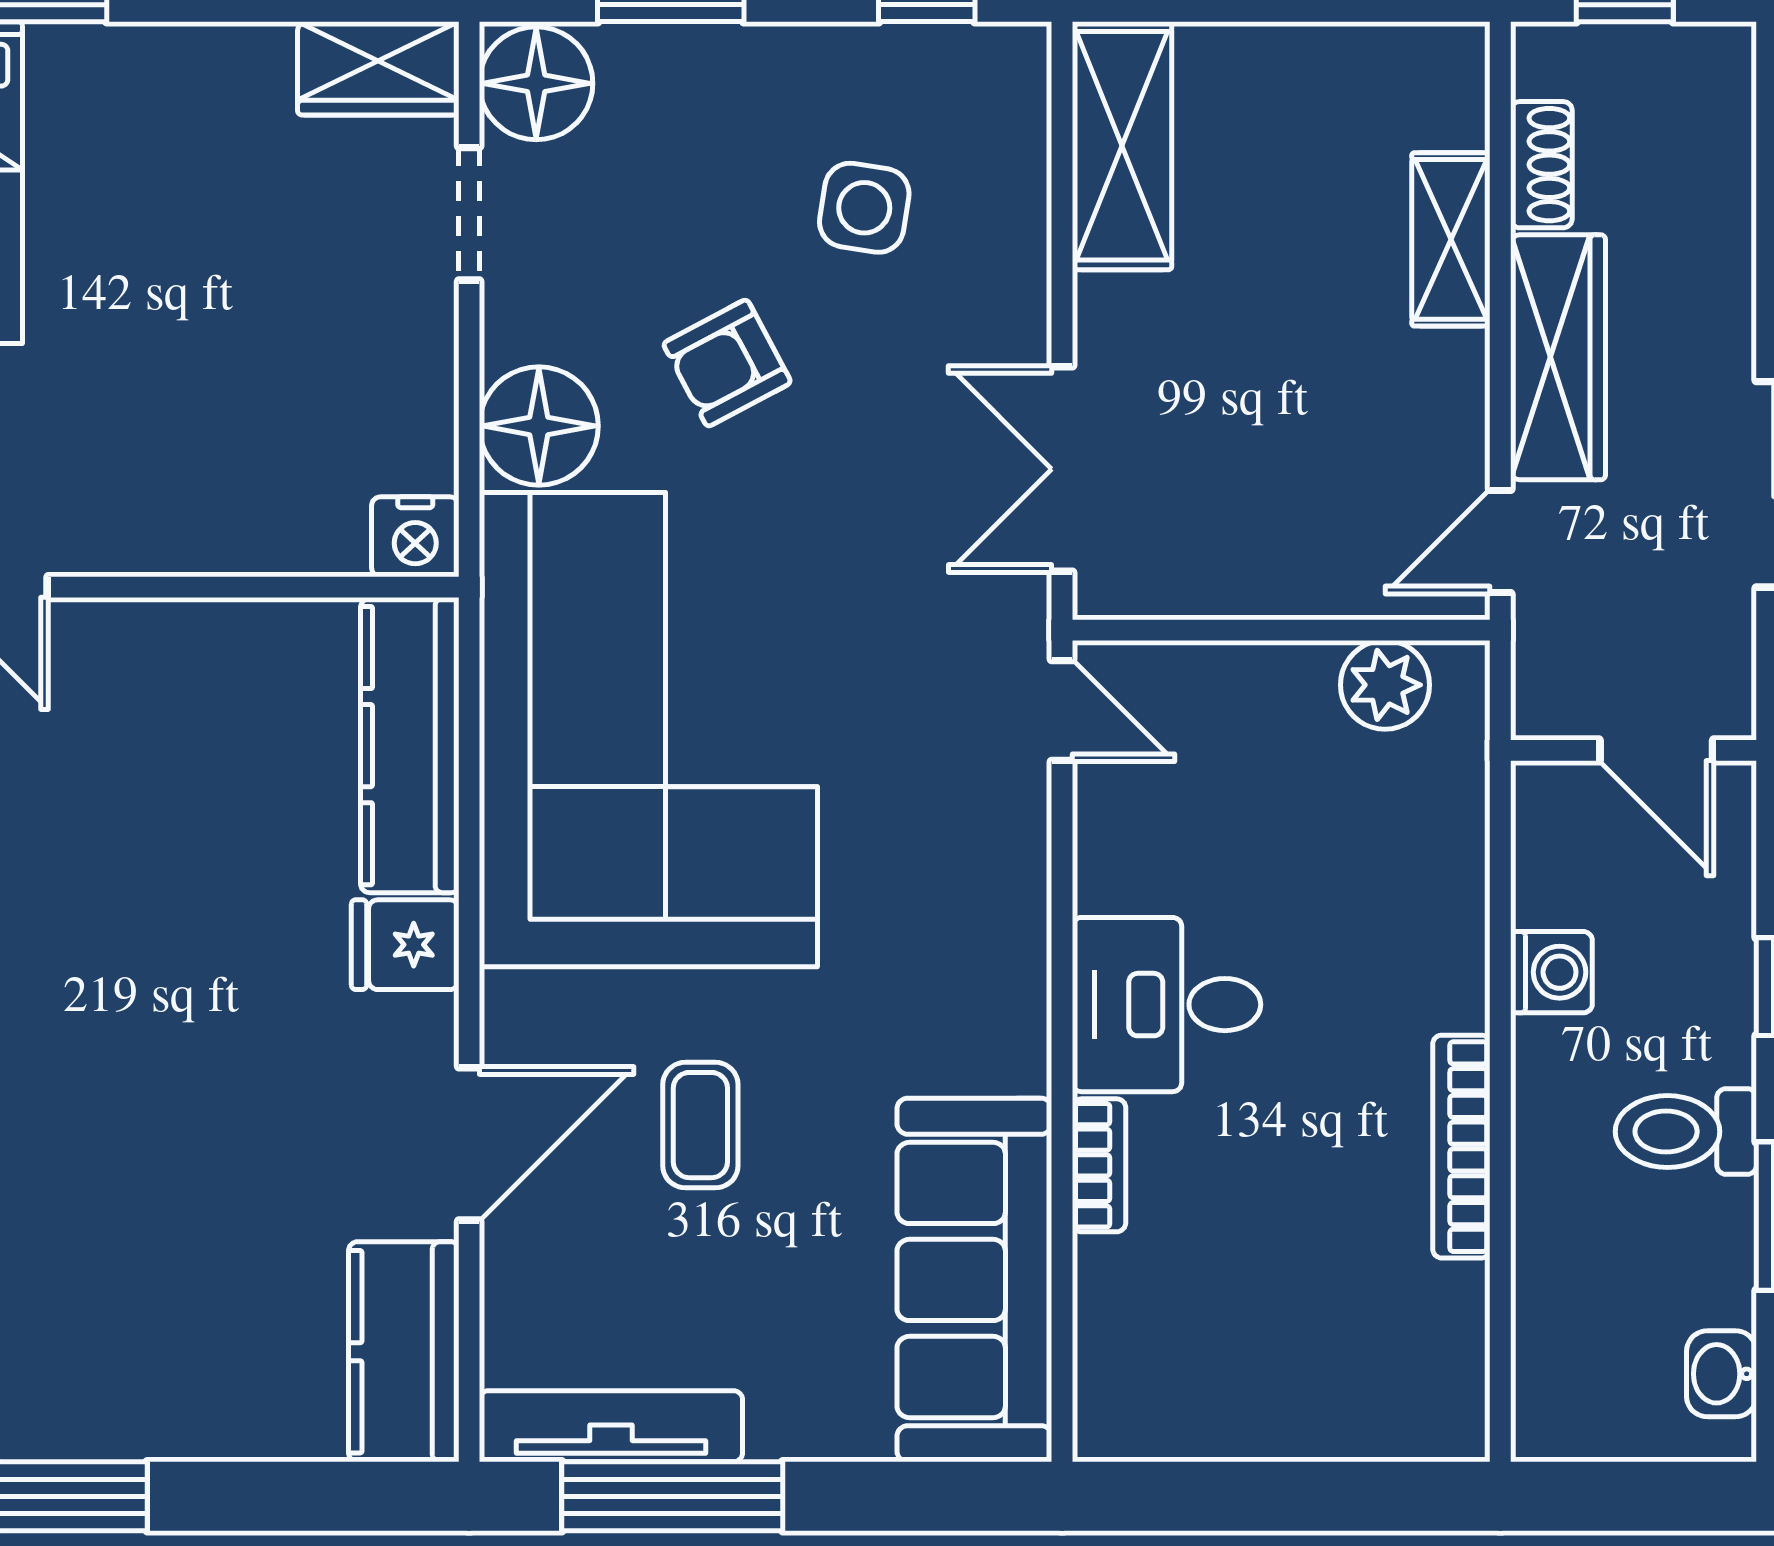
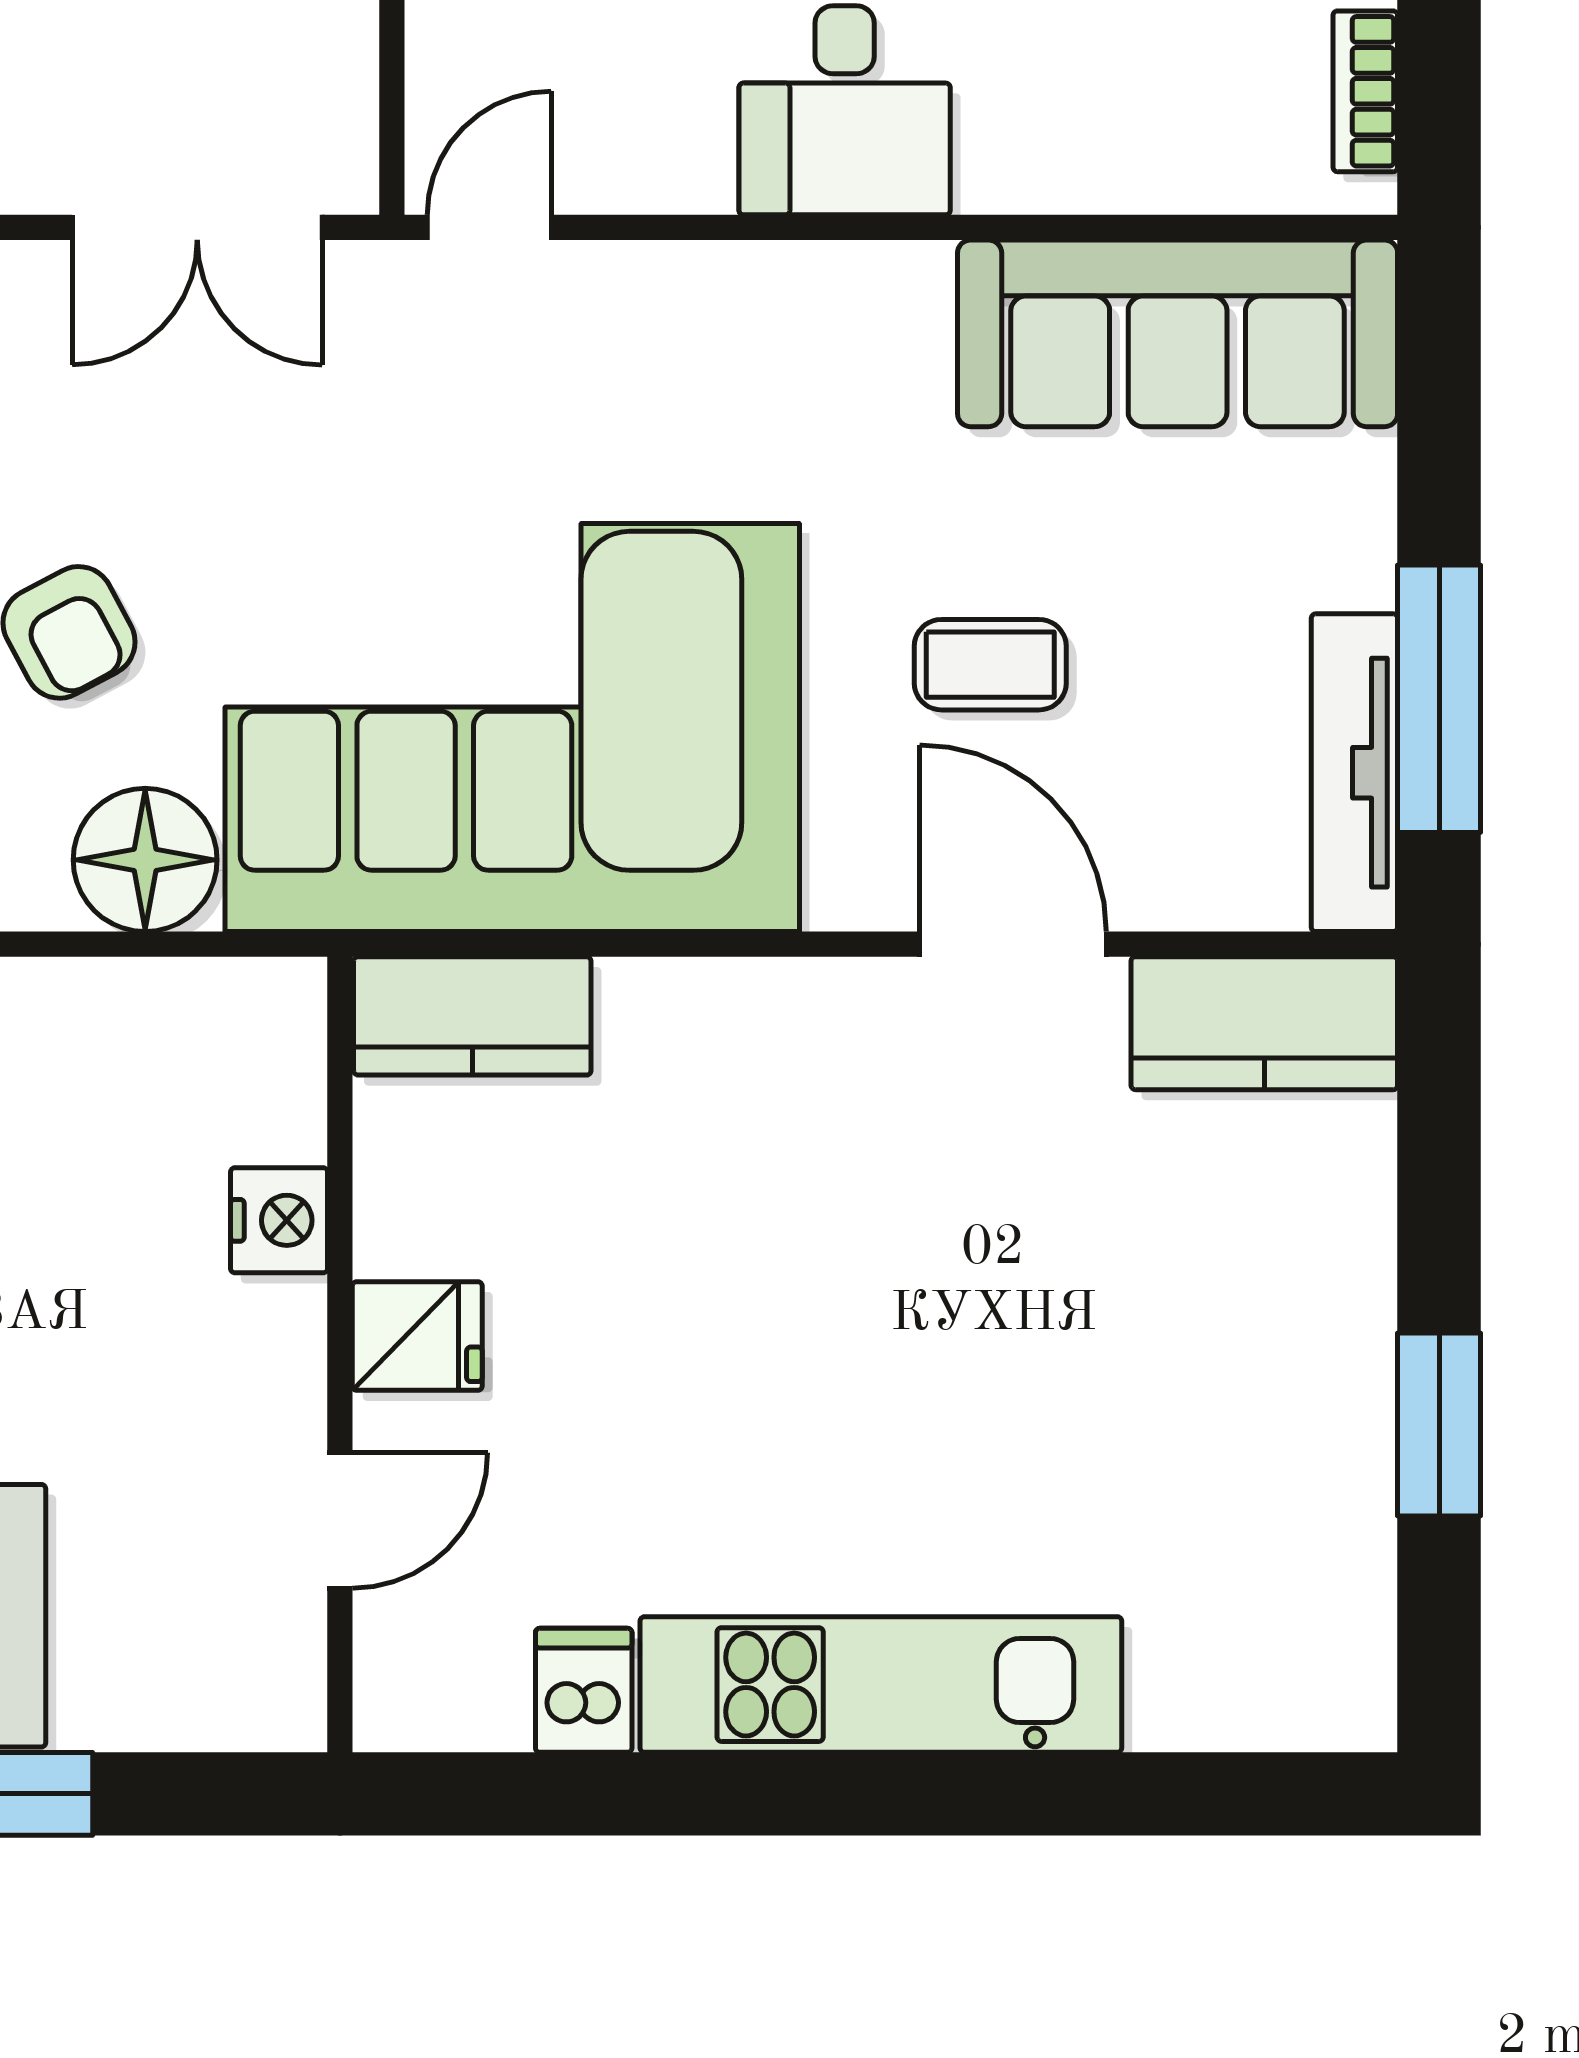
nightstand: (415, 537) -> (279, 1220), moved
kitchen counter: (410, 746) -> (472, 1016), width x0.67
fridge: (405, 945) -> (417, 1336), moved, turned -90
bookcase: (1099, 1165) -> (1365, 91), moved, turned -90

